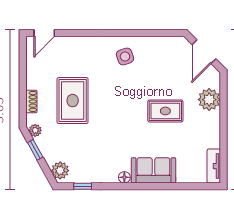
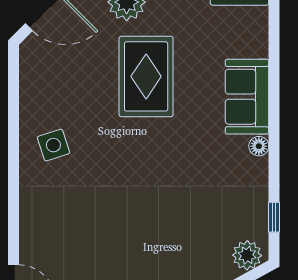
rug: (73, 101) -> (128, 234), removed
rug: (165, 111) -> (146, 76), width x1.36, depth x1.43

